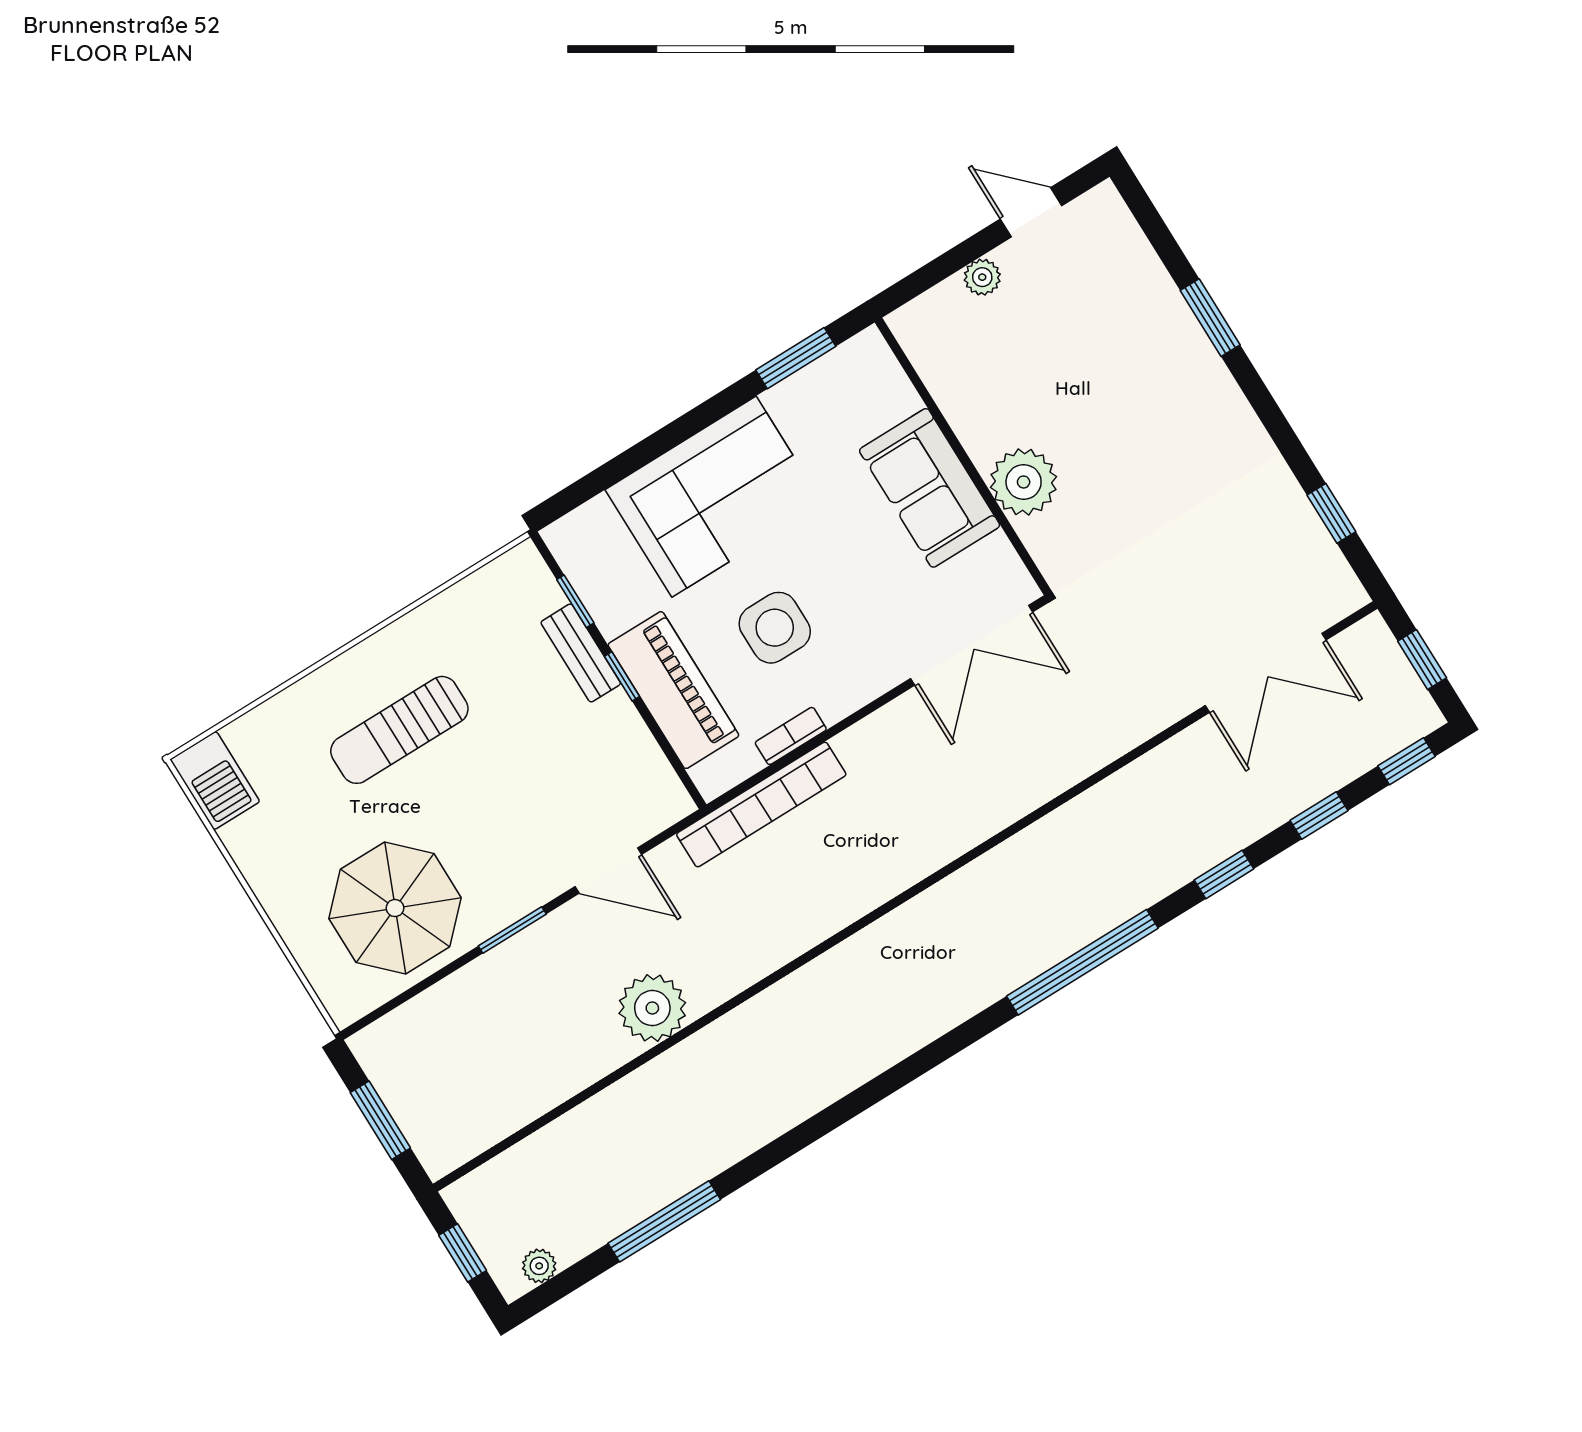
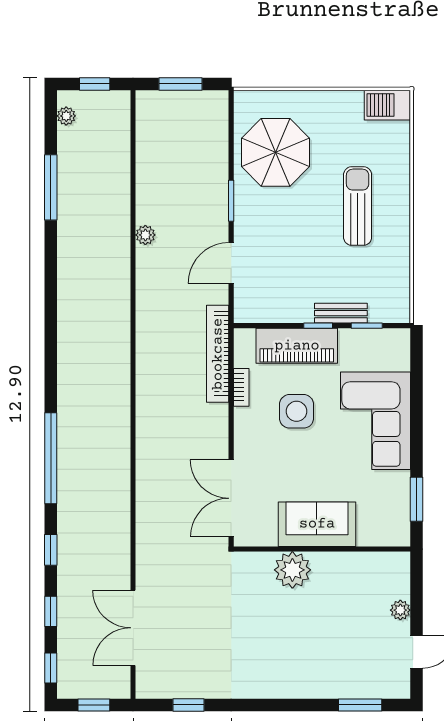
window: (1210, 318) -> (360, 705), moved
plant: (652, 1008) -> (145, 235), width x0.53, depth x0.53

